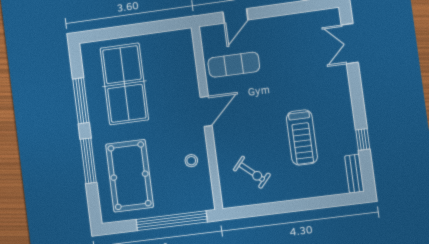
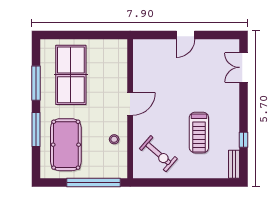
door: (235, 16) -> (186, 35), moved
exercise mat: (234, 65) -> (155, 71), removed
exercise bike: (252, 172) -> (158, 154), width x1.38, depth x1.39

